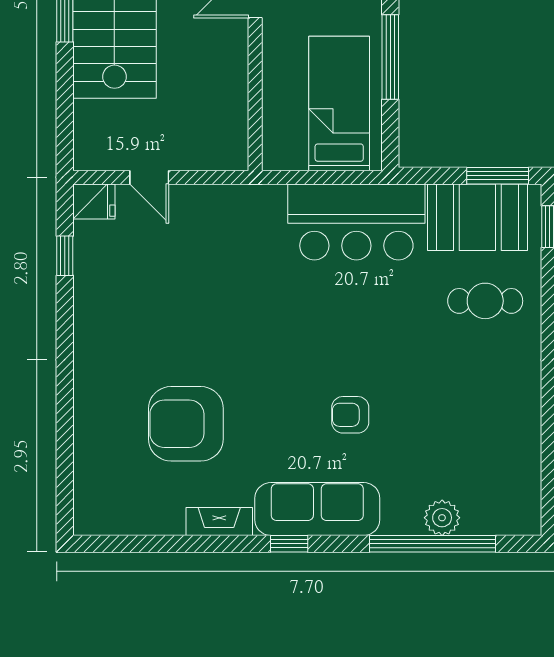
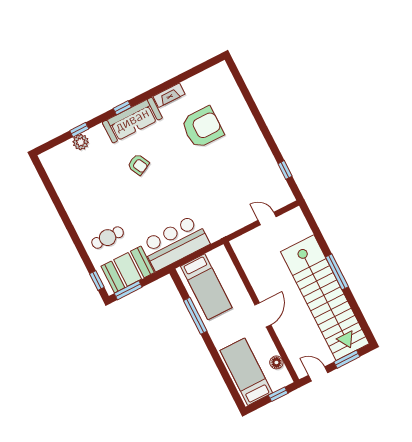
fridge: (94, 201) -> (284, 198), removed
armchair: (350, 415) -> (138, 165), turned 63
window: (289, 544) -> (122, 108), moved
window: (432, 544) -> (79, 130), width x0.32

